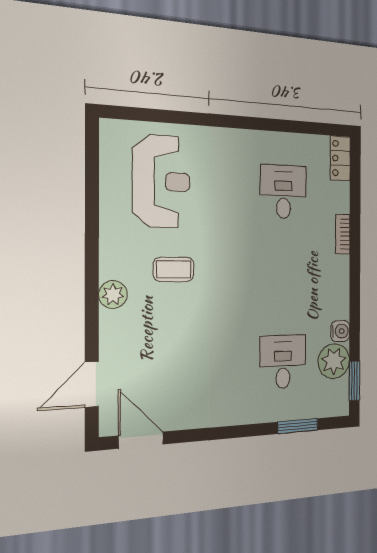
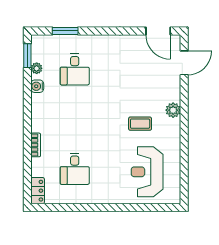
plant: (334, 361) -> (37, 68), width x0.53, depth x0.53

